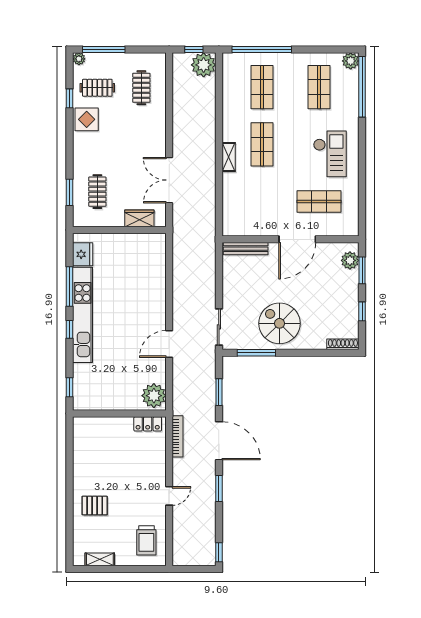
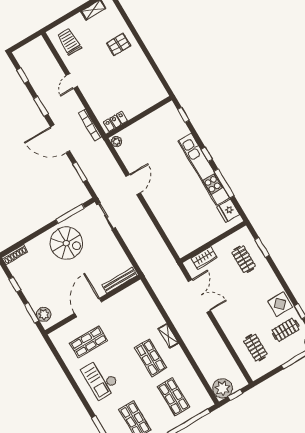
plant: (154, 396) -> (116, 142), width x0.53, depth x0.53
window: (219, 552) -> (23, 76), moved

